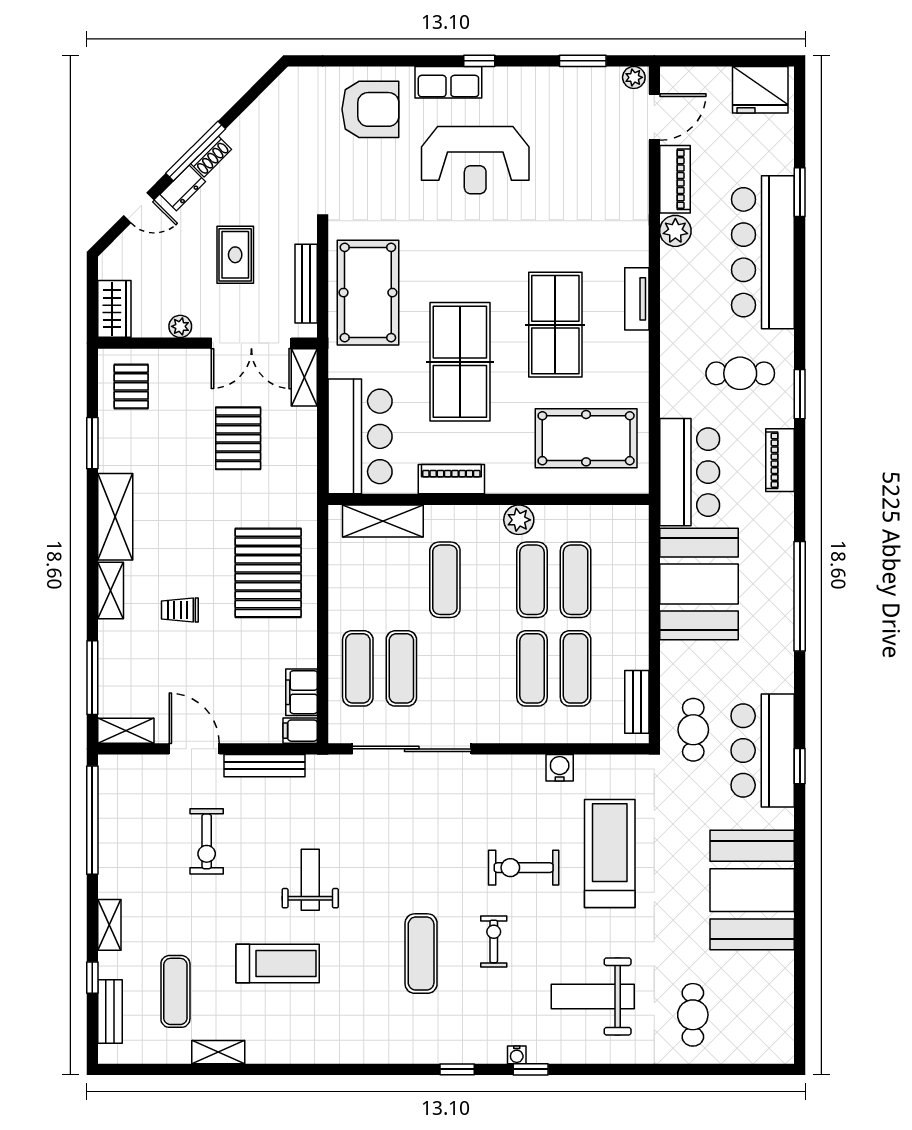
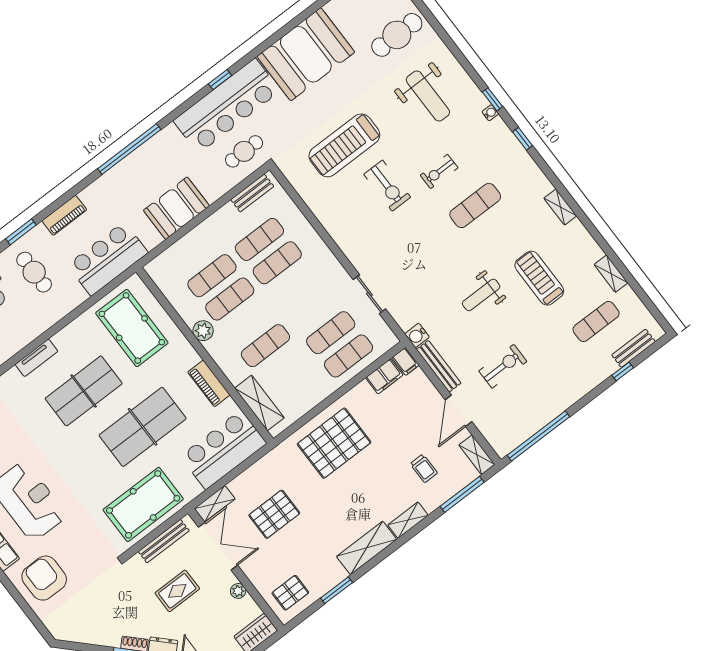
booth: (699, 584) -> (176, 208), width x0.73, depth x0.70
trolley: (180, 610) -> (424, 468), moved
sliding door: (412, 749) -> (369, 294), width x0.54
bar counter: (763, 750) -> (227, 106), width x1.36
water cooler: (560, 768) -> (417, 335), moved
shelving: (109, 925) -> (560, 207), moved, turned 90
cafe table: (693, 1015) -> (397, 35), width x1.37, depth x1.35

